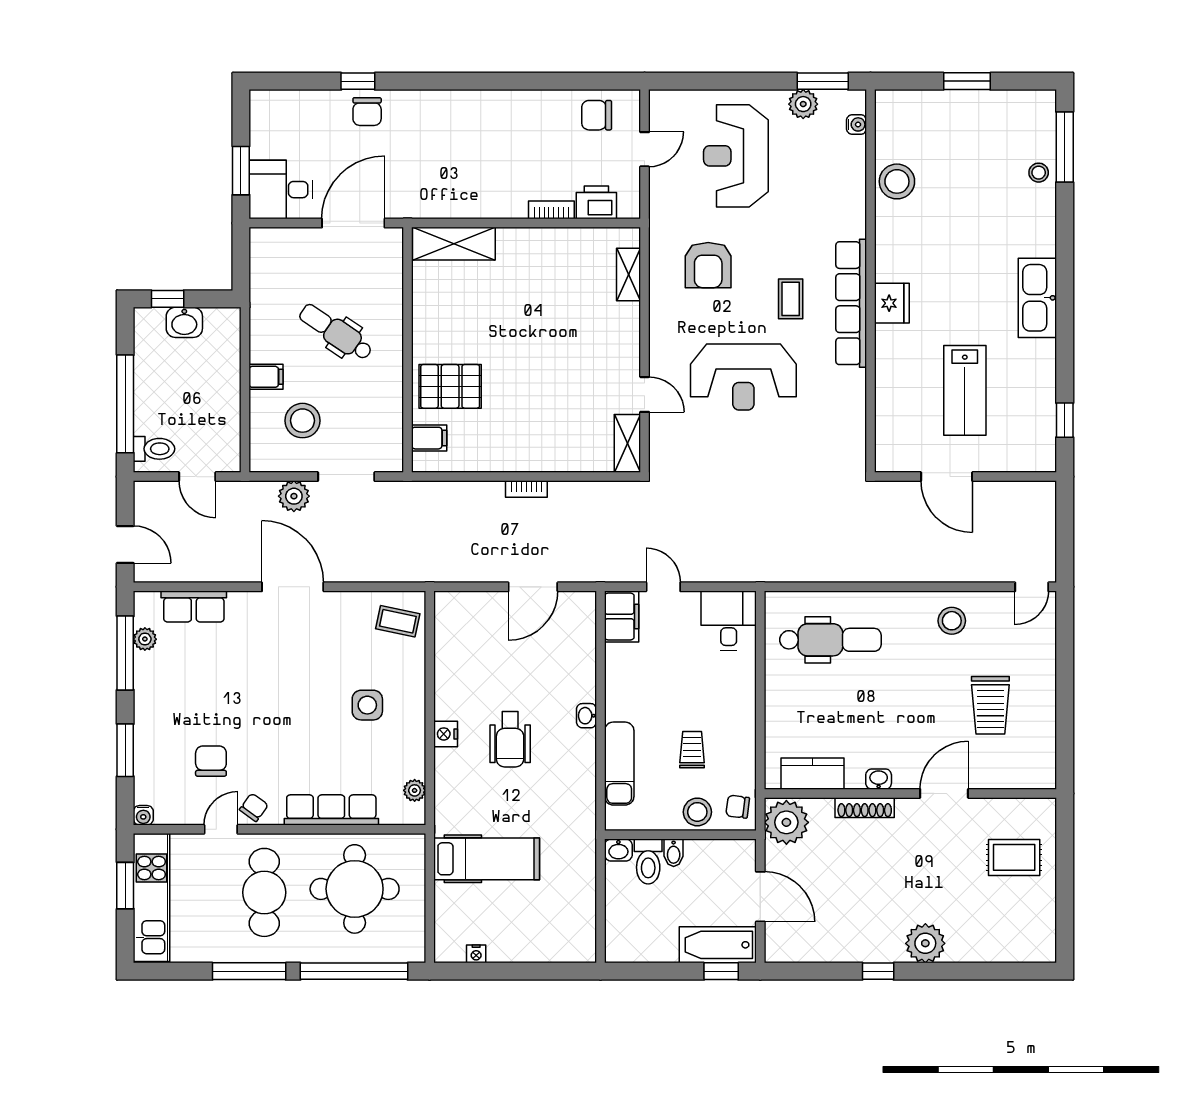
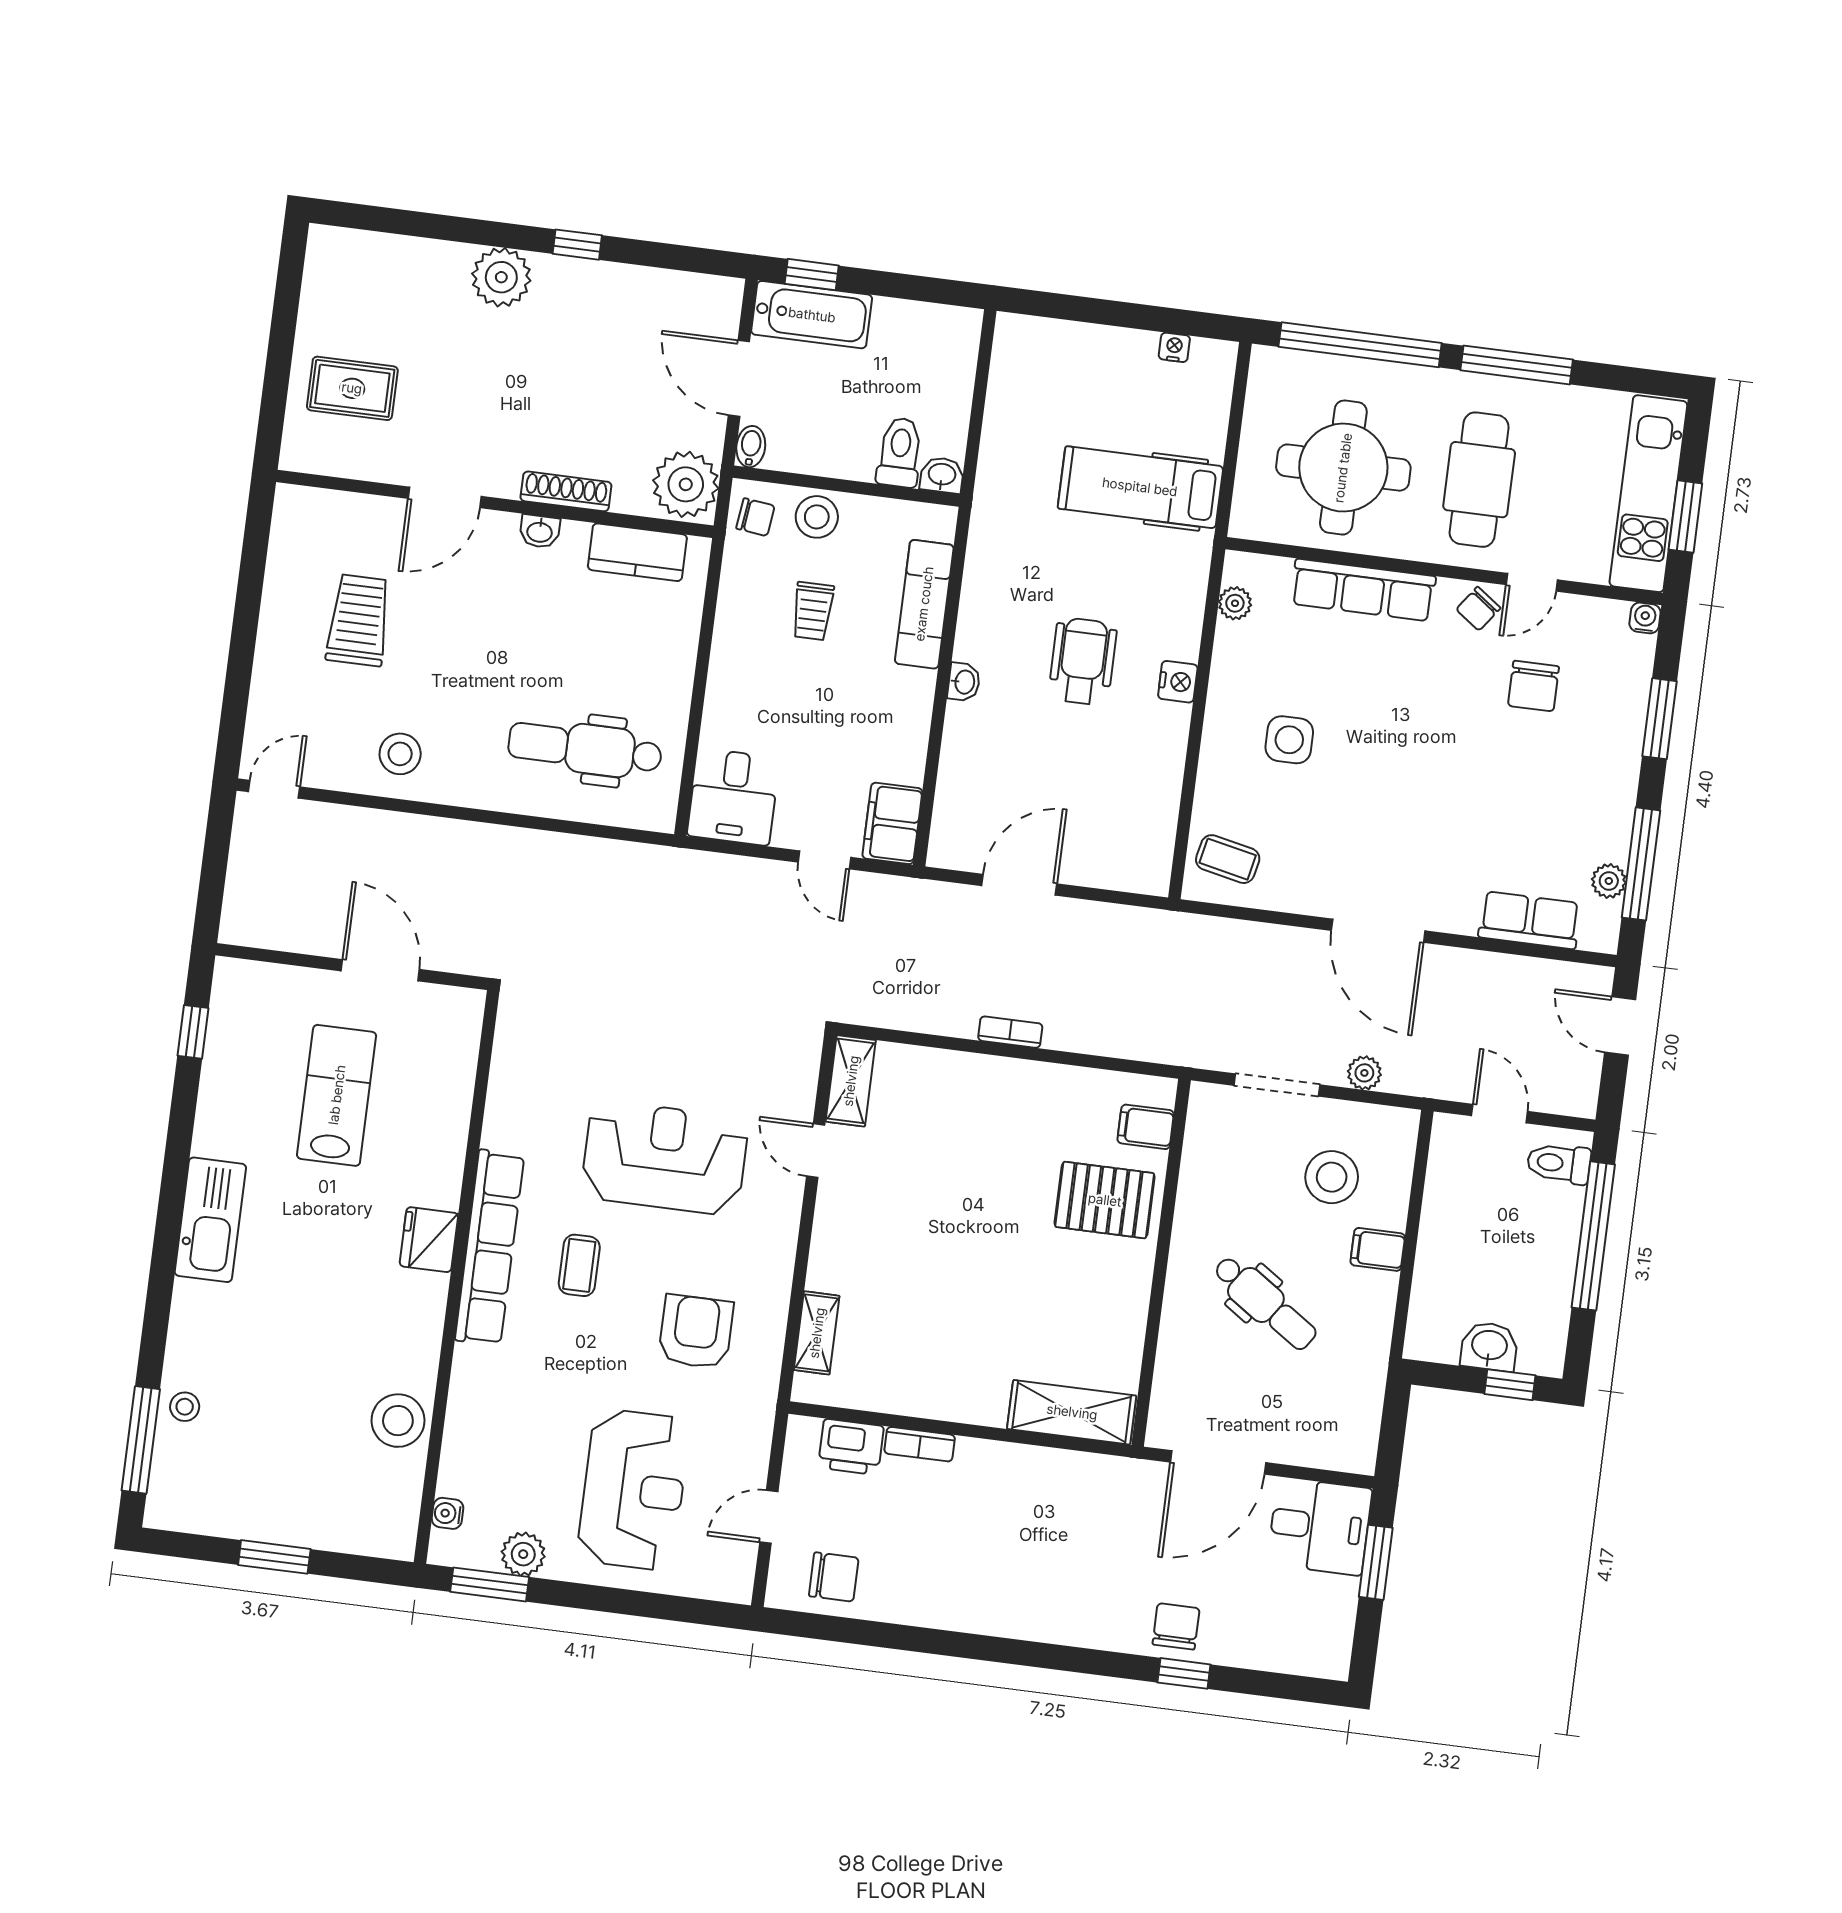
plant: (294, 496) -> (1364, 1073), width x0.73, depth x0.73
bidet: (674, 853) -> (751, 447), moved

